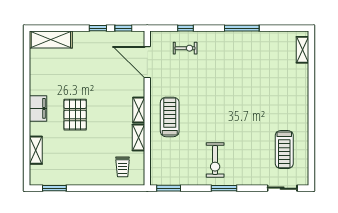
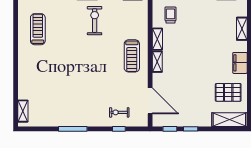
pallet: (75, 115) -> (228, 92), moved, turned 90

